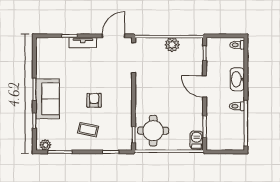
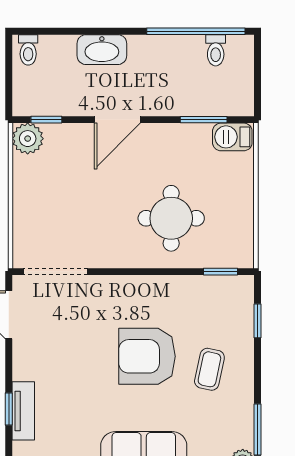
tv unit: (83, 43) -> (23, 411), moved
plant: (172, 45) -> (28, 139), moved
armchair: (94, 100) -> (147, 356), width x1.88, depth x1.88
toilet: (237, 106) -> (216, 50), moved
round table: (153, 131) -> (171, 218), moved

